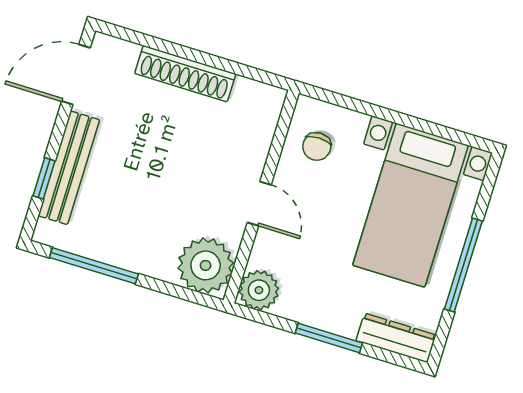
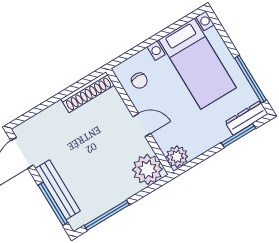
shoe rack: (185, 74) -> (88, 92), moved
window: (44, 178) -> (53, 204), width x2.17
window: (463, 265) -> (250, 79), moved
window: (329, 338) -> (239, 136), moved

